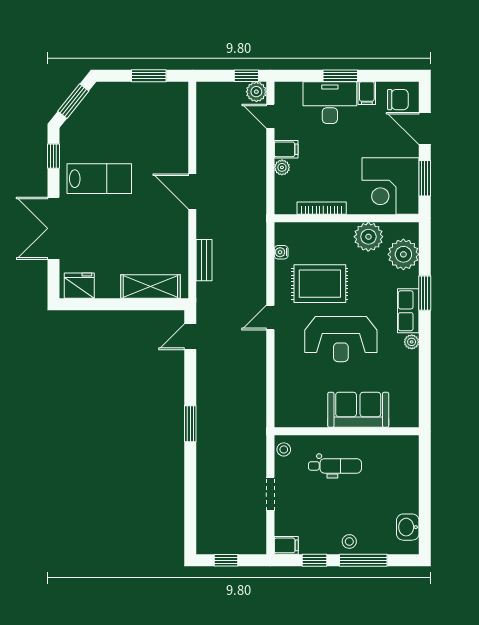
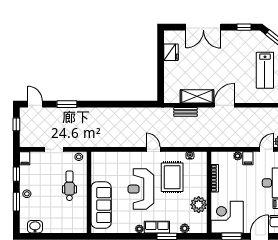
lab bench: (99, 179) -> (265, 70), moved
double door: (53, 228) -> (203, 27), swing flipped
plant: (403, 254) -> (185, 228), width x0.53, depth x0.53
fridge: (79, 286) -> (171, 52), moved
shelving: (150, 287) -> (197, 96), moved, turned 90
door: (190, 337) -> (35, 104), moved
sofa: (358, 410) -> (101, 205), width x1.36
window: (190, 424) -> (67, 104), moved
dental chair: (335, 466) -> (69, 186), turned 180
window: (363, 560) -> (16, 202), width x0.69

